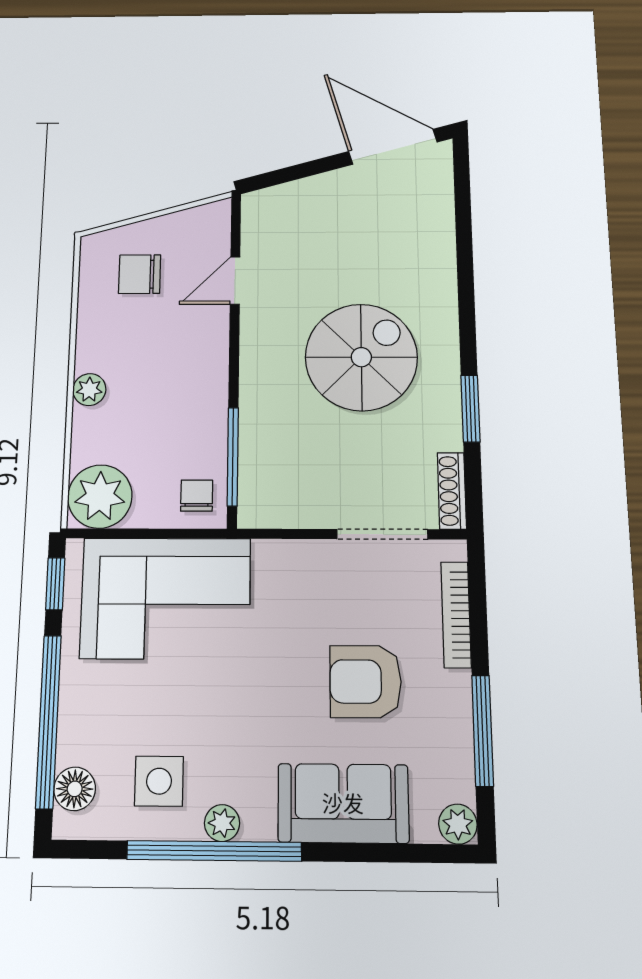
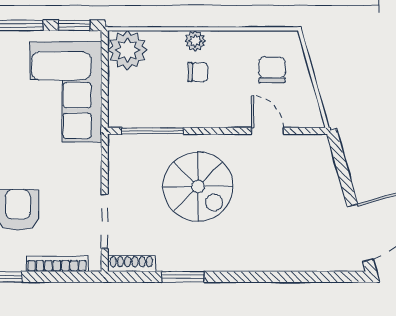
spiral stairs: (361, 357) -> (198, 186), moved
chair: (197, 496) -> (198, 72), moved

